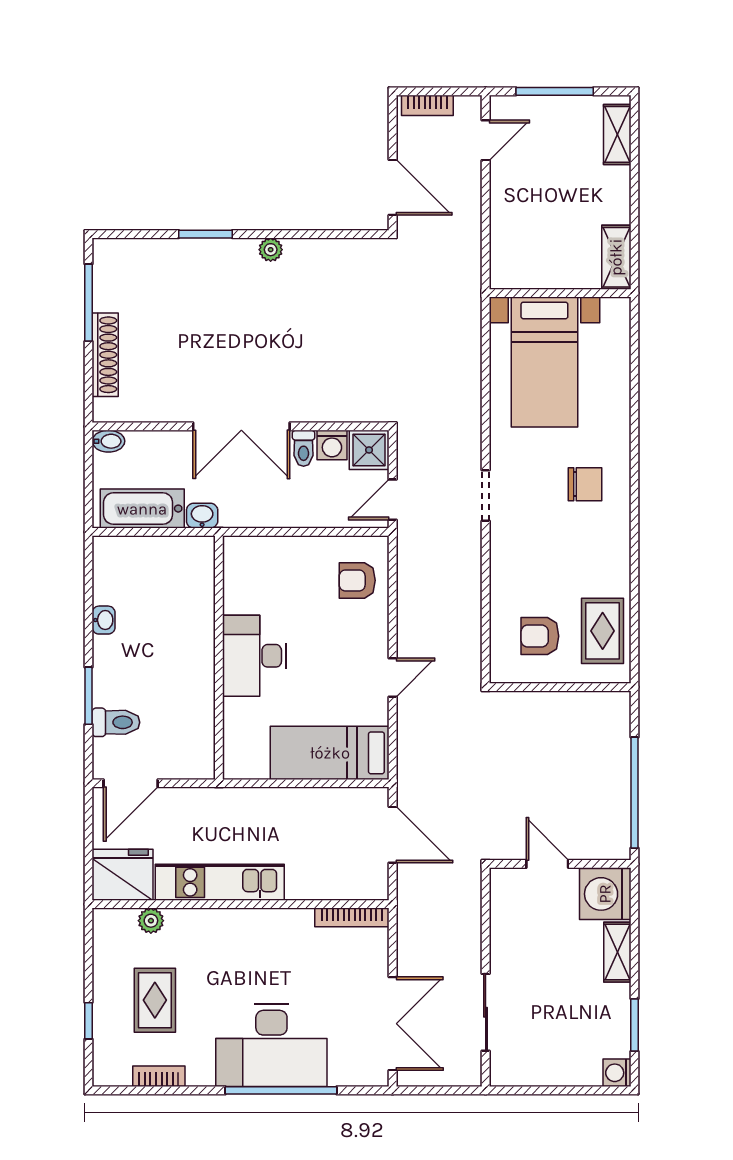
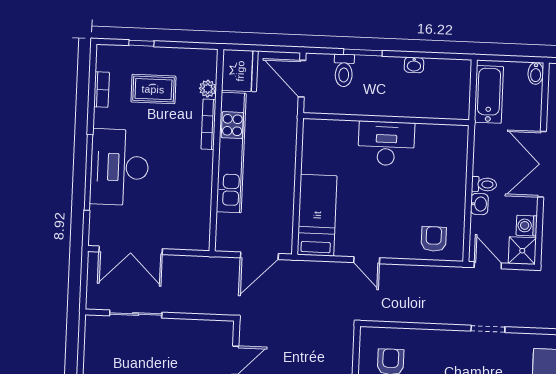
toilet: (304, 448) -> (484, 184), moved, turned 180
washbasin: (202, 516) -> (479, 204), moved
desk: (254, 656) -> (386, 143), moved
wall: (219, 658) -> (386, 119), moved
kitchen unit: (220, 882) -> (231, 153), width x1.36
bookcase: (352, 917) -> (208, 124), moved

